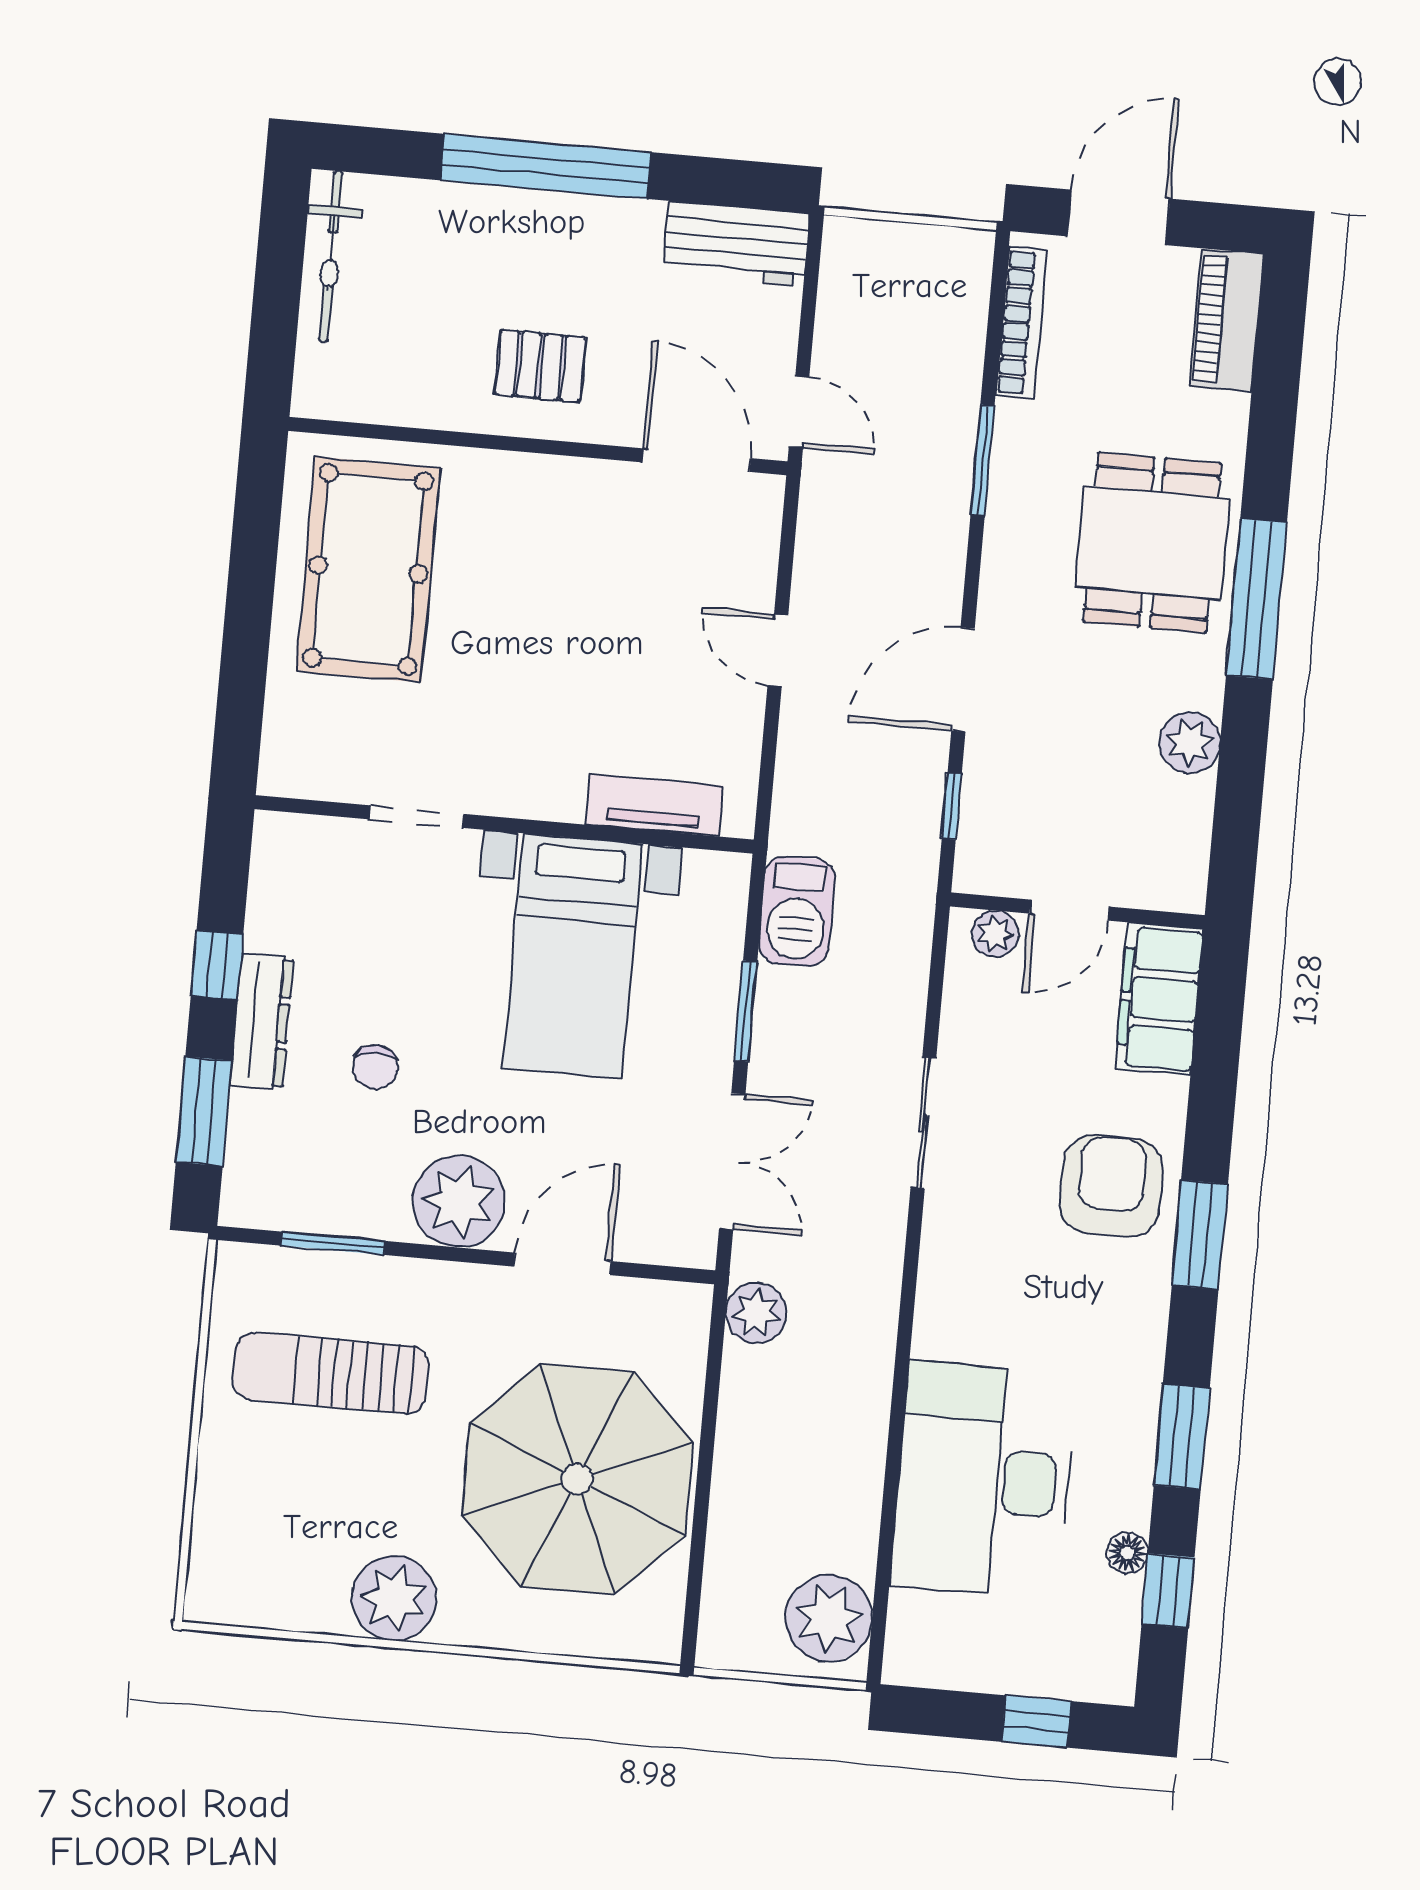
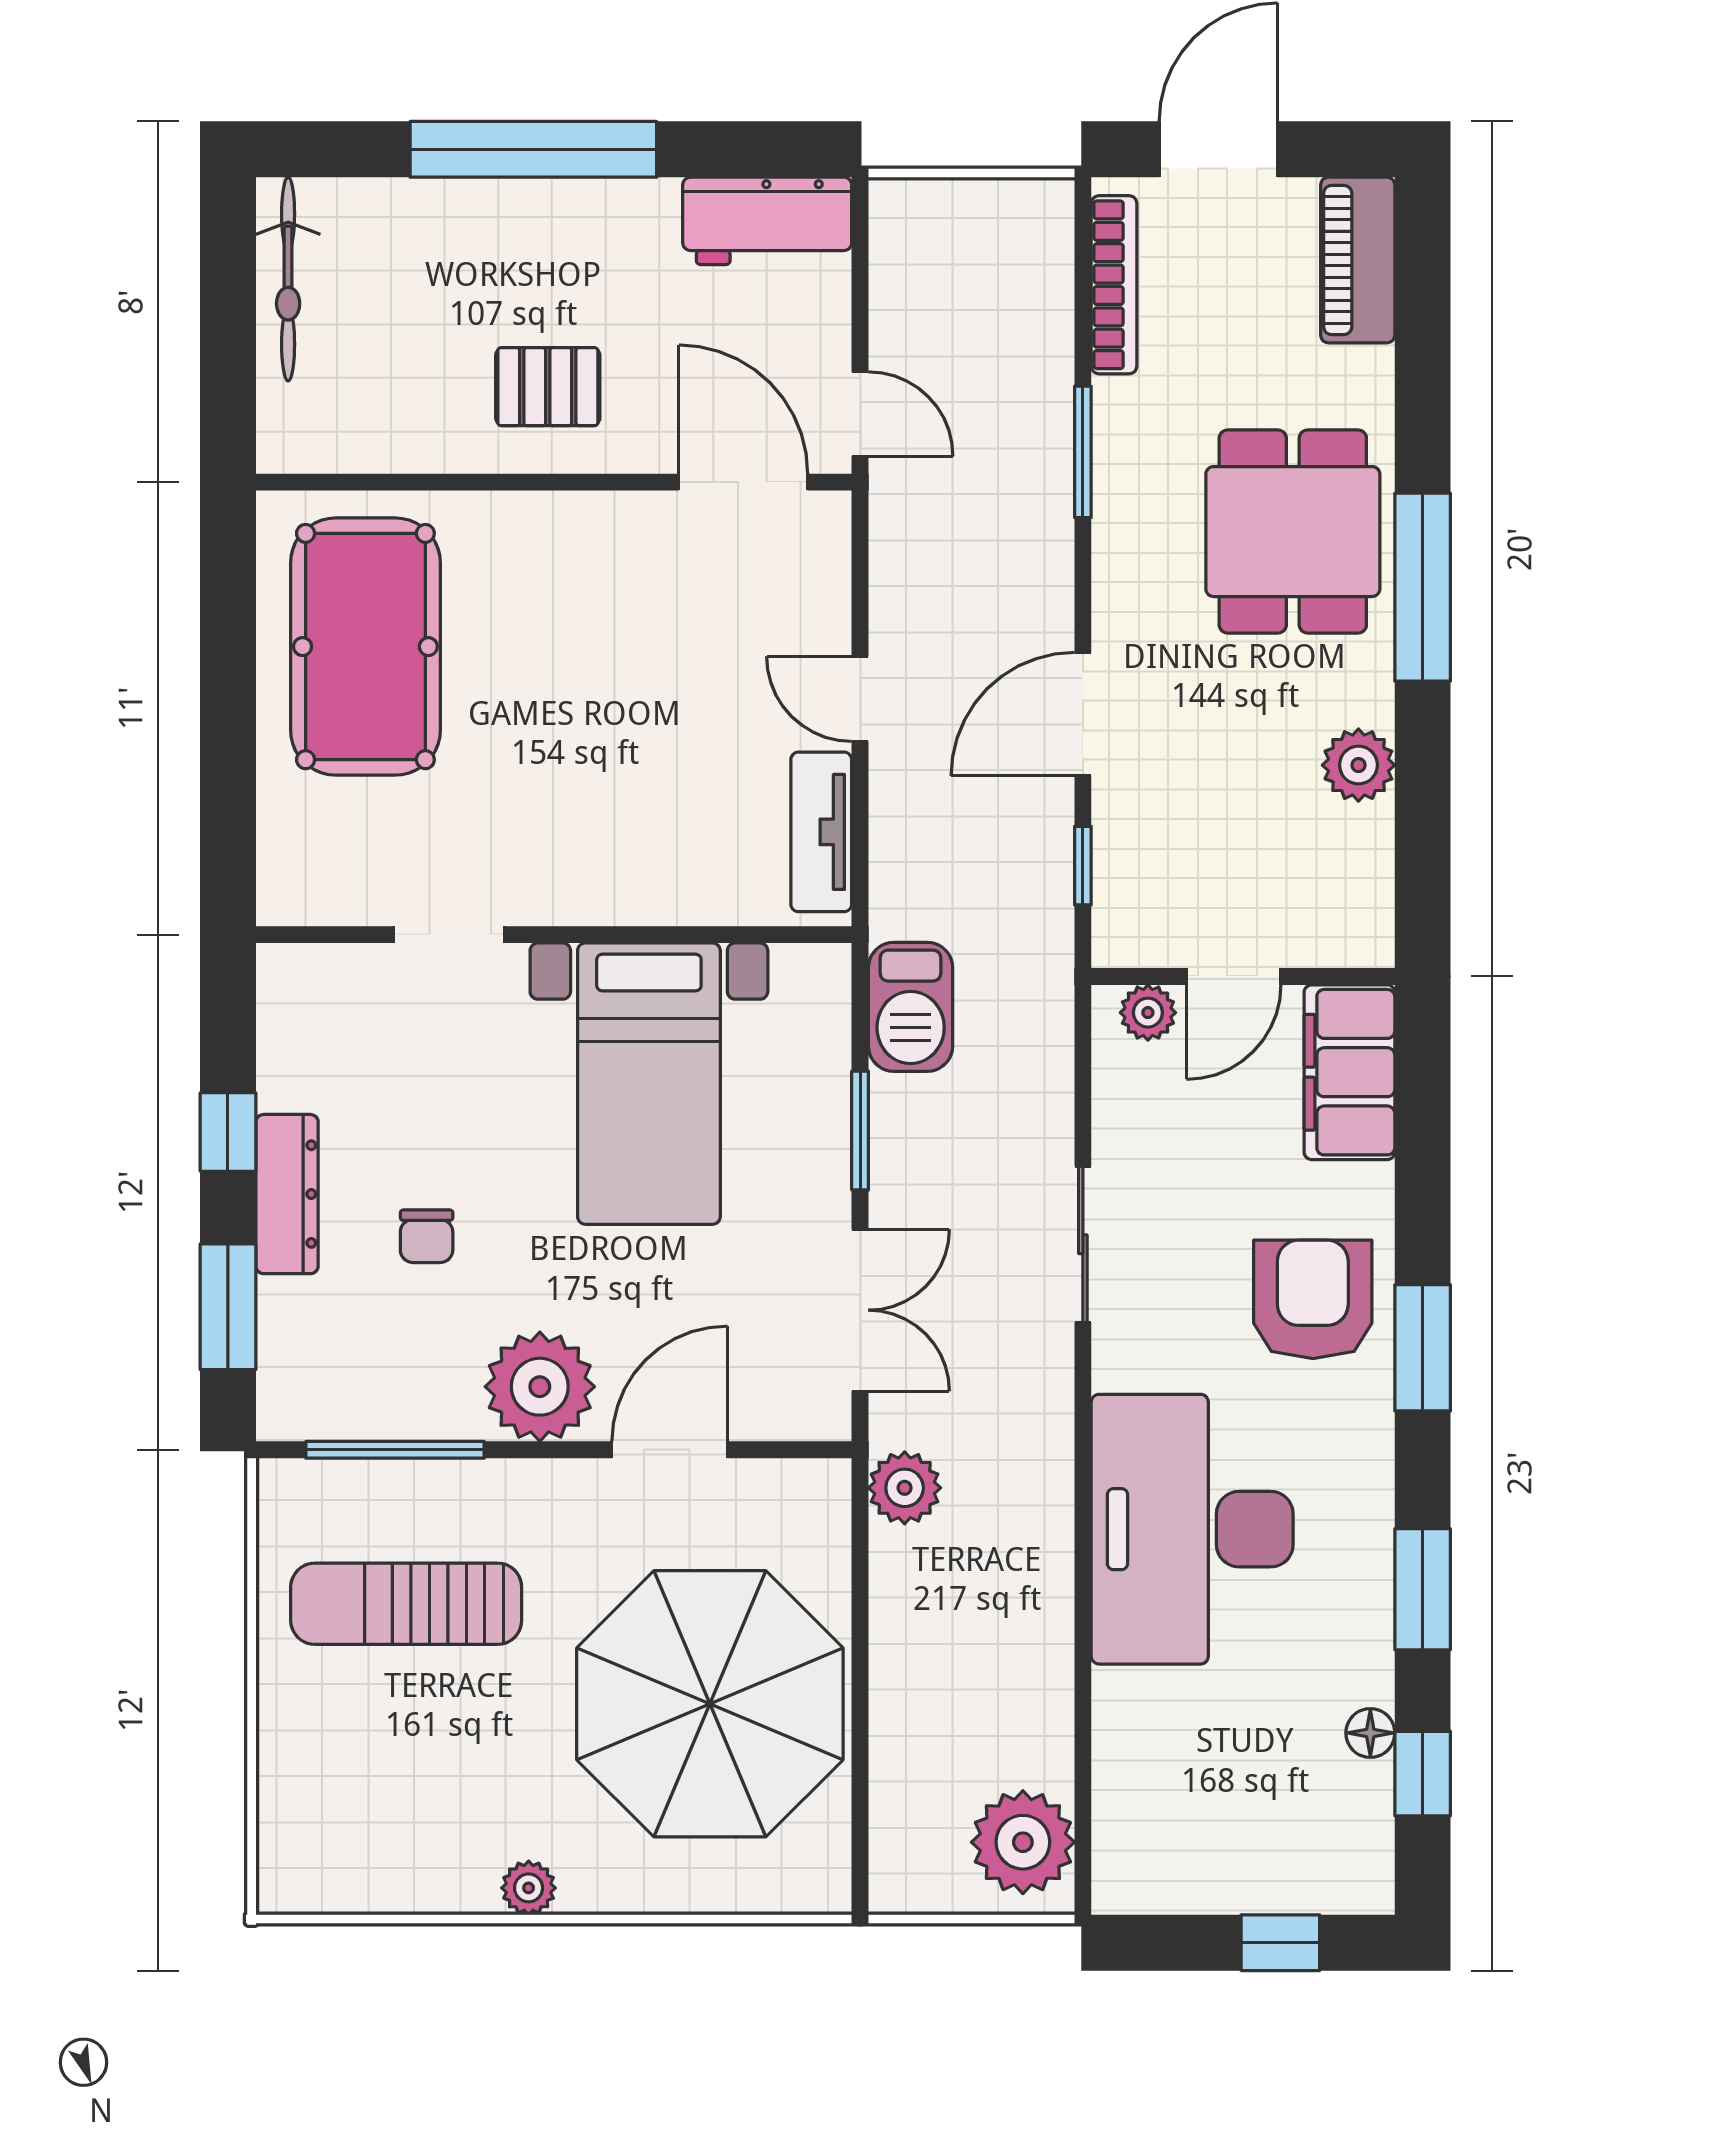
tv unit: (654, 805) -> (821, 832), moved, turned -90
window: (333, 1243) -> (395, 1450), width x1.44
desk: (984, 1480) -> (1192, 1529), moved
plant: (394, 1598) -> (529, 1888), width x0.53, depth x0.53

